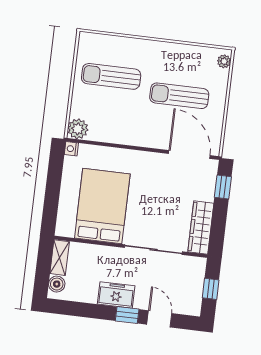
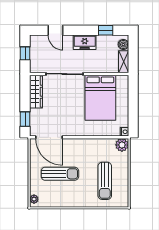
sun lounger: (111, 76) -> (105, 181), turned 90
window: (127, 315) -> (106, 30), moved

